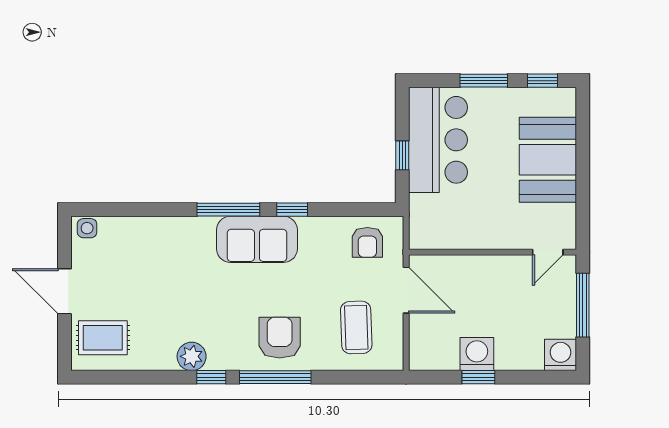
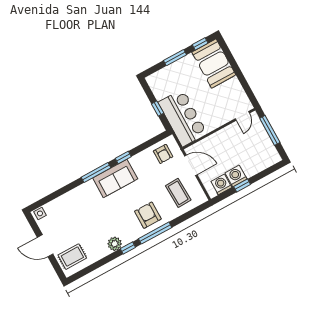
bar counter: (438, 140) -> (183, 118), moved
booth: (548, 160) -> (214, 64), moved
washing machine: (560, 355) -> (221, 184), moved

